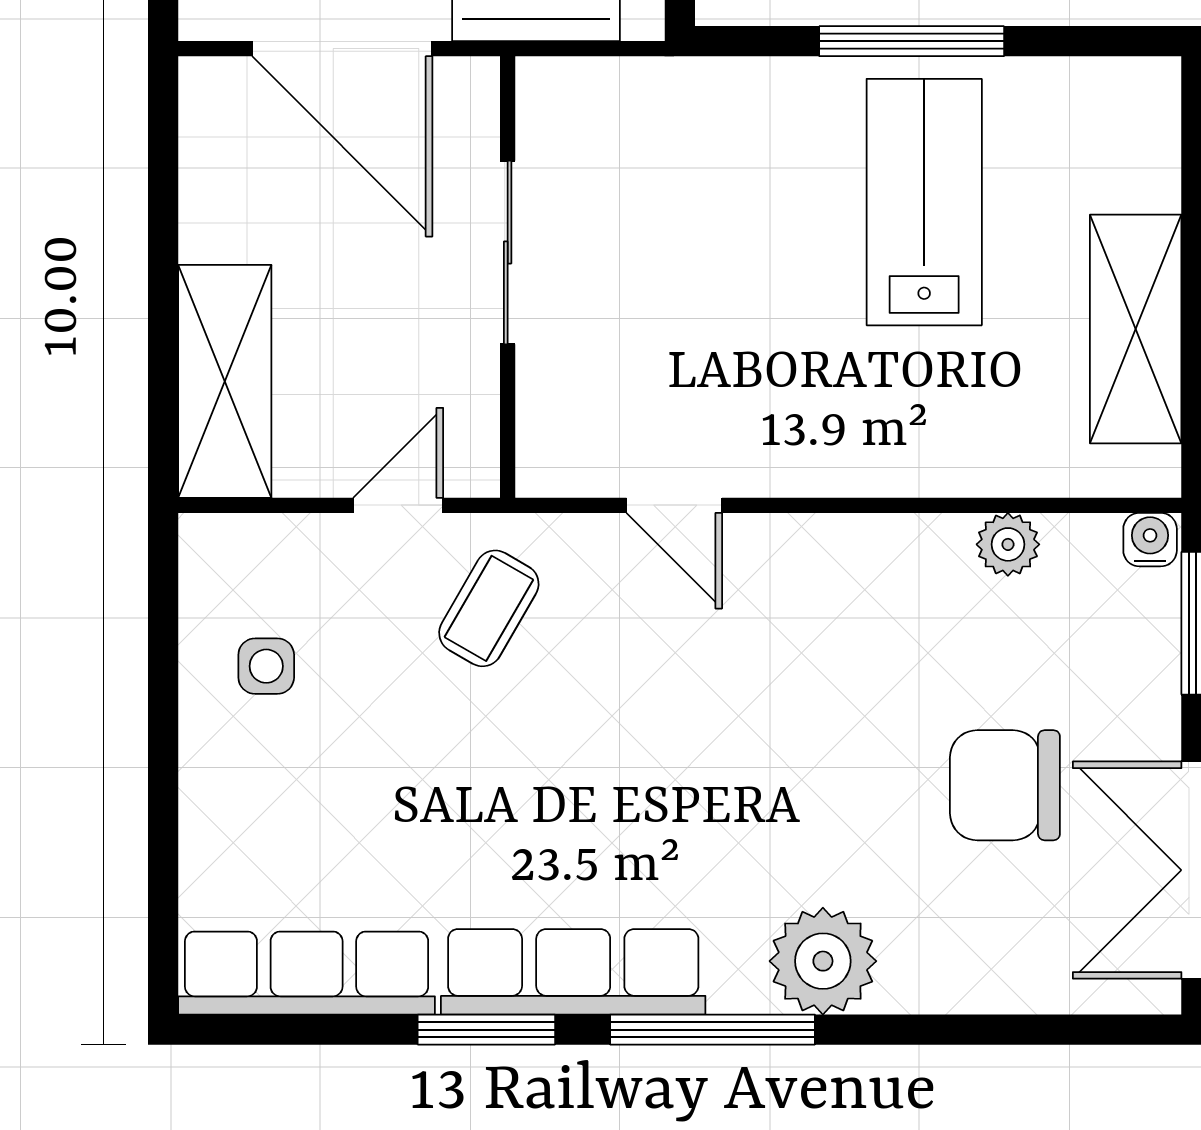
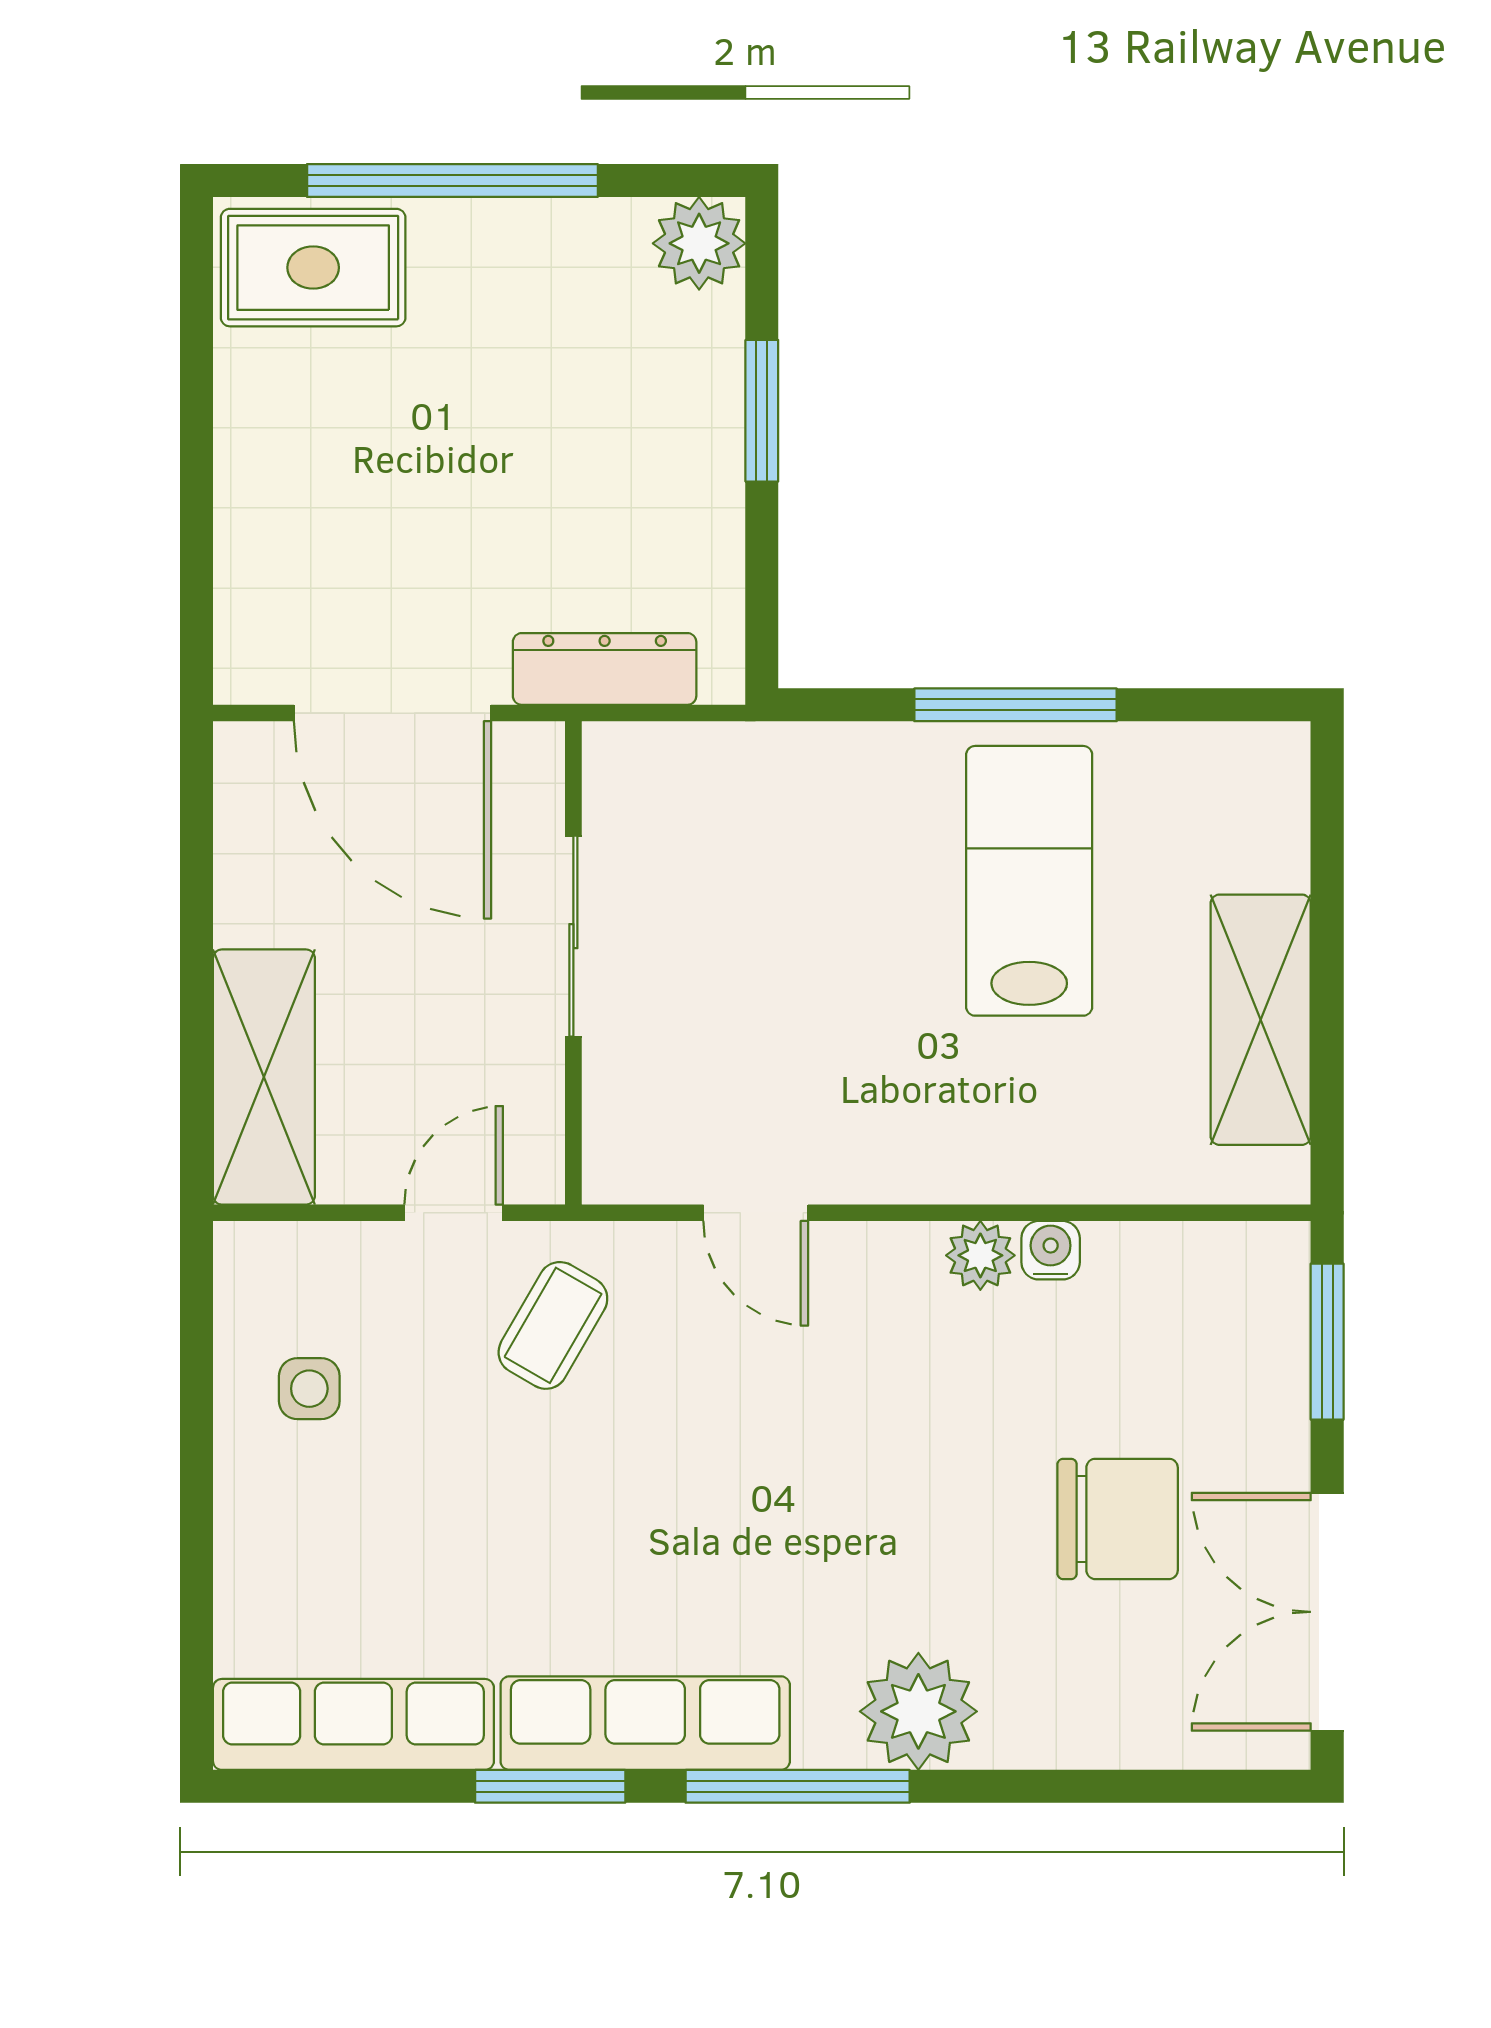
water cooler: (1150, 540) -> (1051, 1250), moved
plant: (1008, 544) -> (980, 1255), moved
chair: (1005, 785) -> (1118, 1519), turned 180

